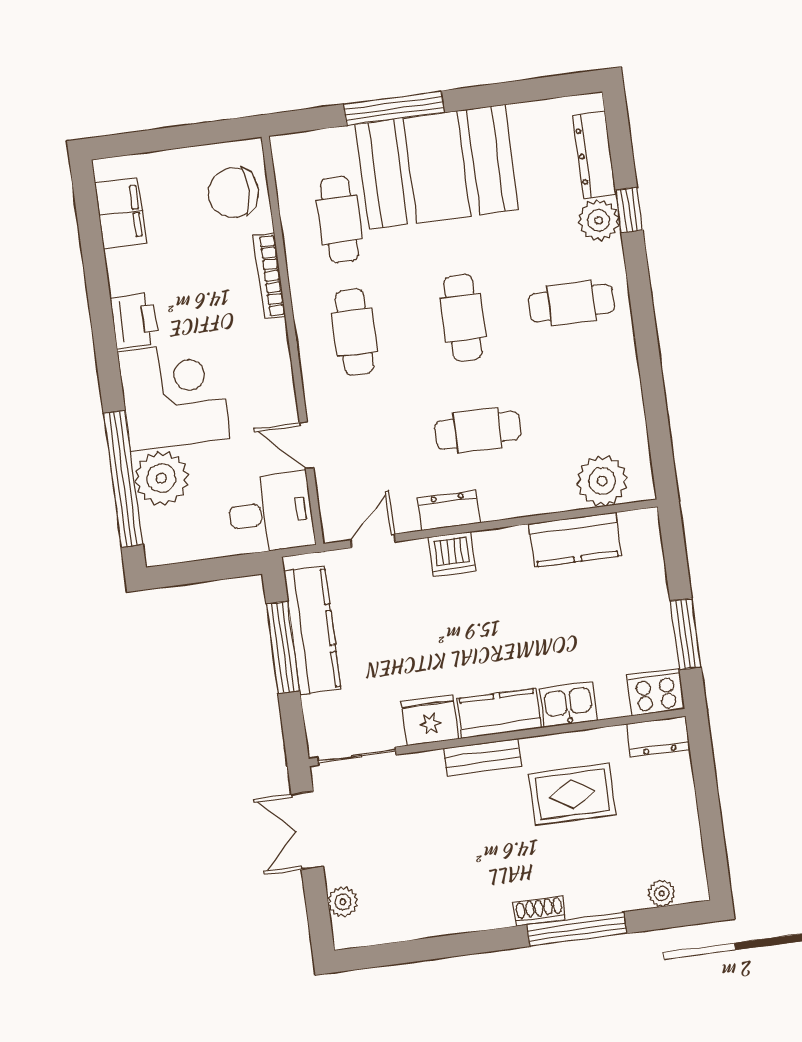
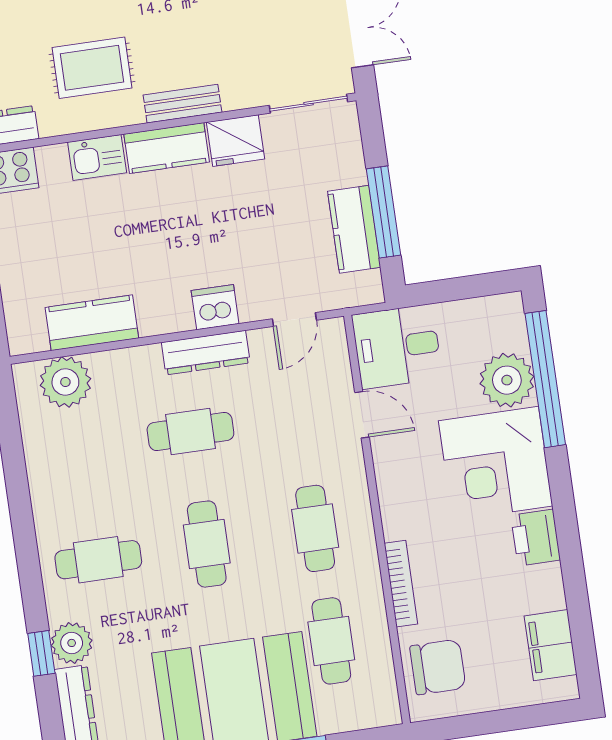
dresser: (449, 510) -> (206, 353), width x1.44
kitchen counter: (312, 630) -> (354, 229), width x0.67

